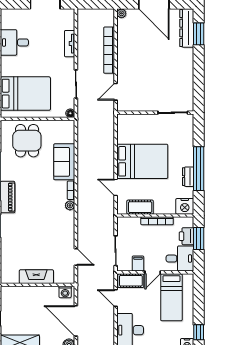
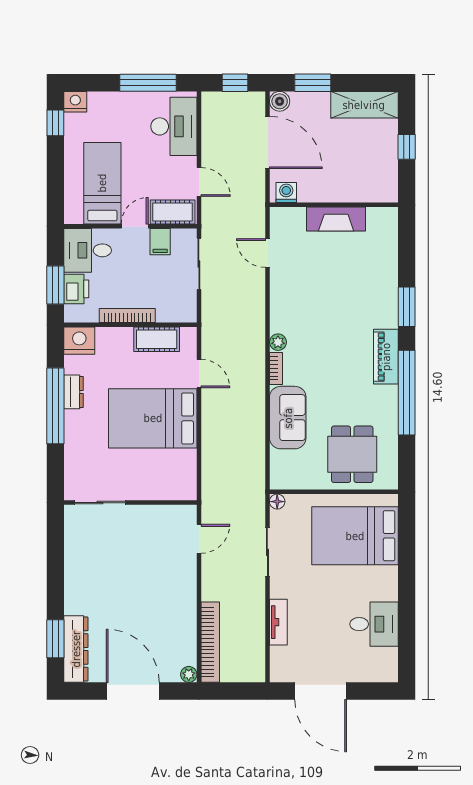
bookcase: (109, 50) -> (210, 642), moved

